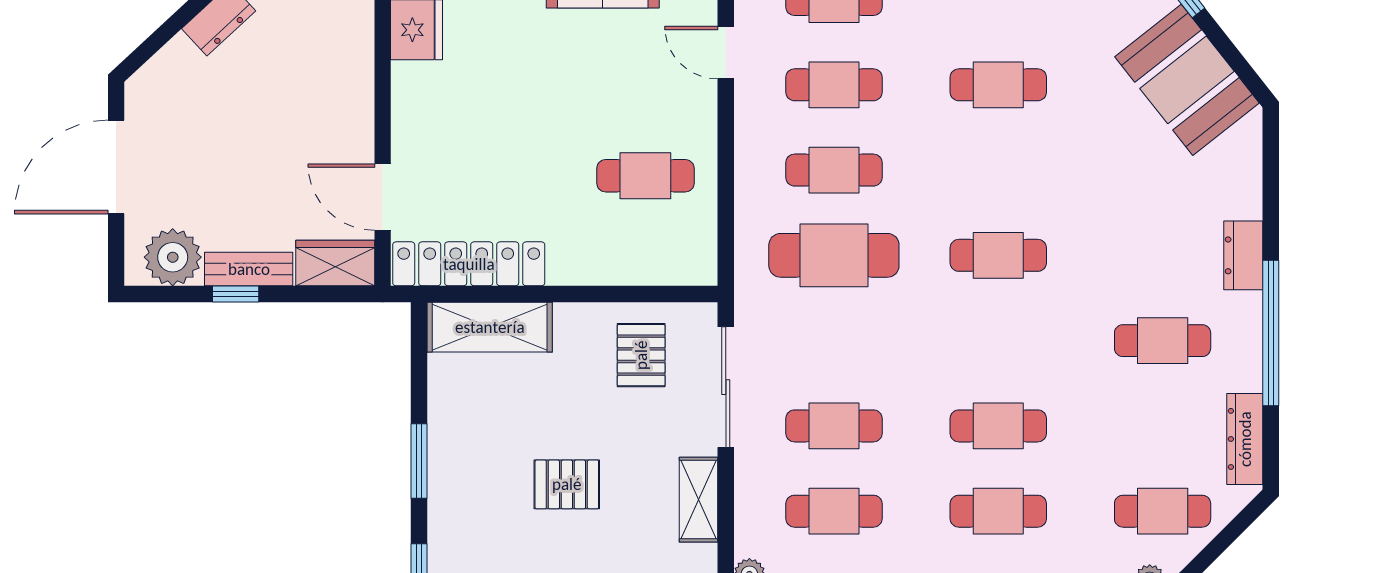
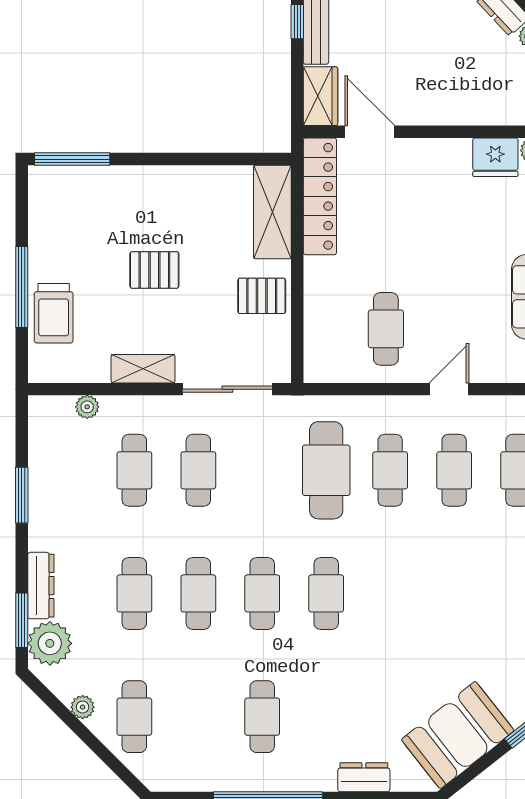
door: (726, 53) -> (449, 389), moved
cafe table: (998, 85) -> (262, 593), moved
door: (383, 197) -> (370, 132), hinge flipped
dresser: (1243, 255) -> (364, 777), moved
pallet: (641, 355) -> (262, 296), moved
dresser: (1245, 439) -> (188, 778), removed
window: (419, 461) -> (172, 159), removed
pallet: (567, 484) -> (154, 270), turned 90

